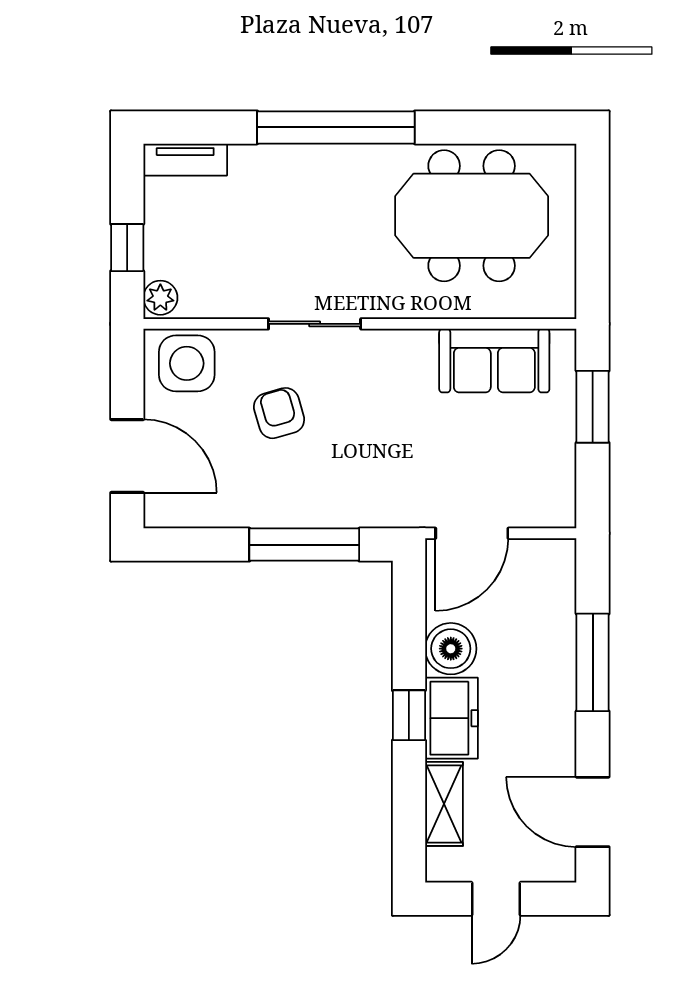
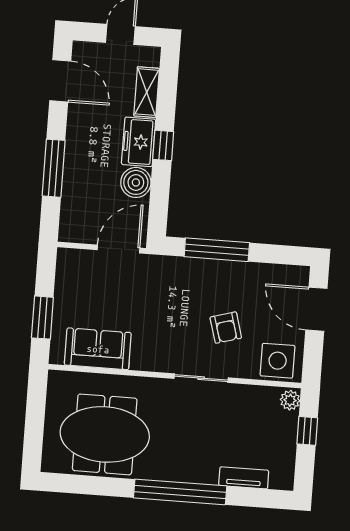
tv unit: (185, 160) -> (244, 478), moved

